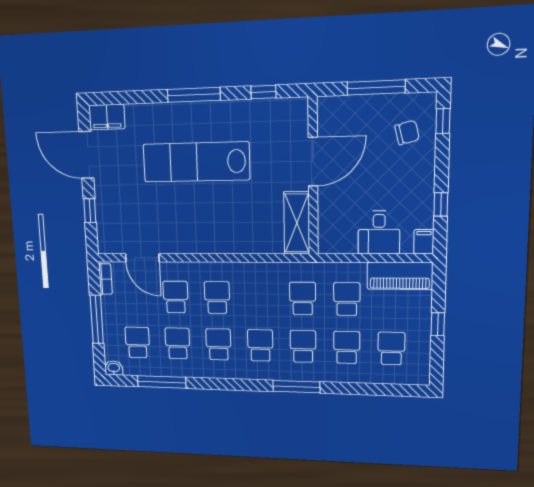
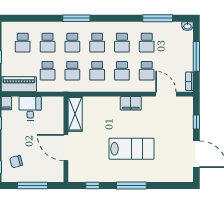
filing cabinet: (107, 117) -> (131, 103), moved, turned 180
lab bench: (196, 162) -> (131, 149), width x0.73
door: (313, 162) -> (66, 147), hinge flipped
school desk: (137, 342) -> (97, 71), moved

